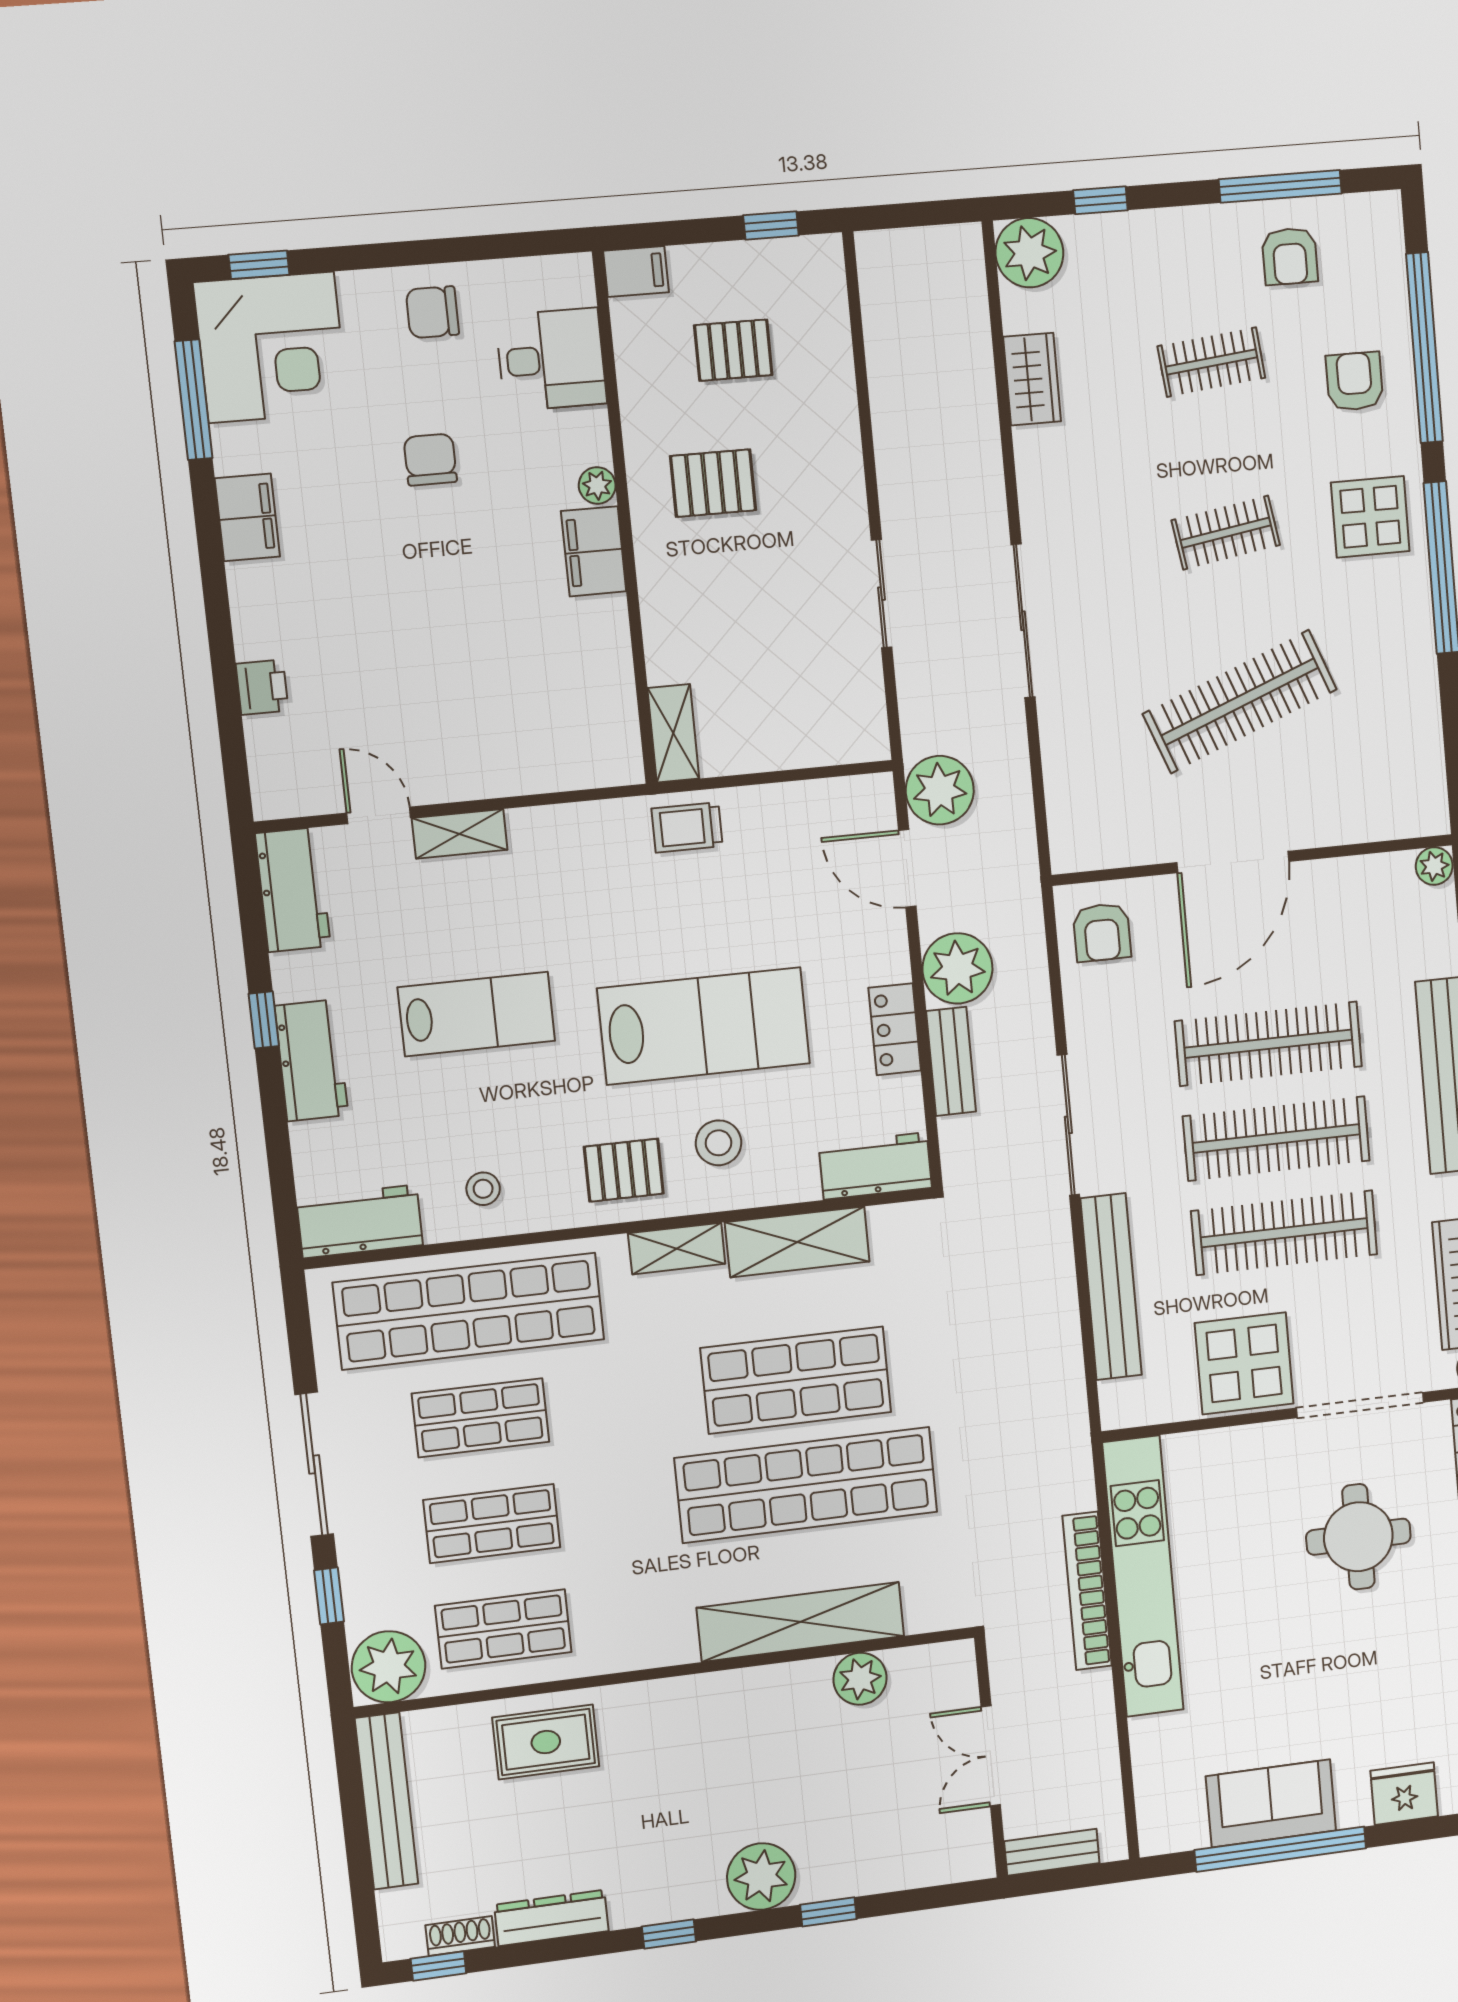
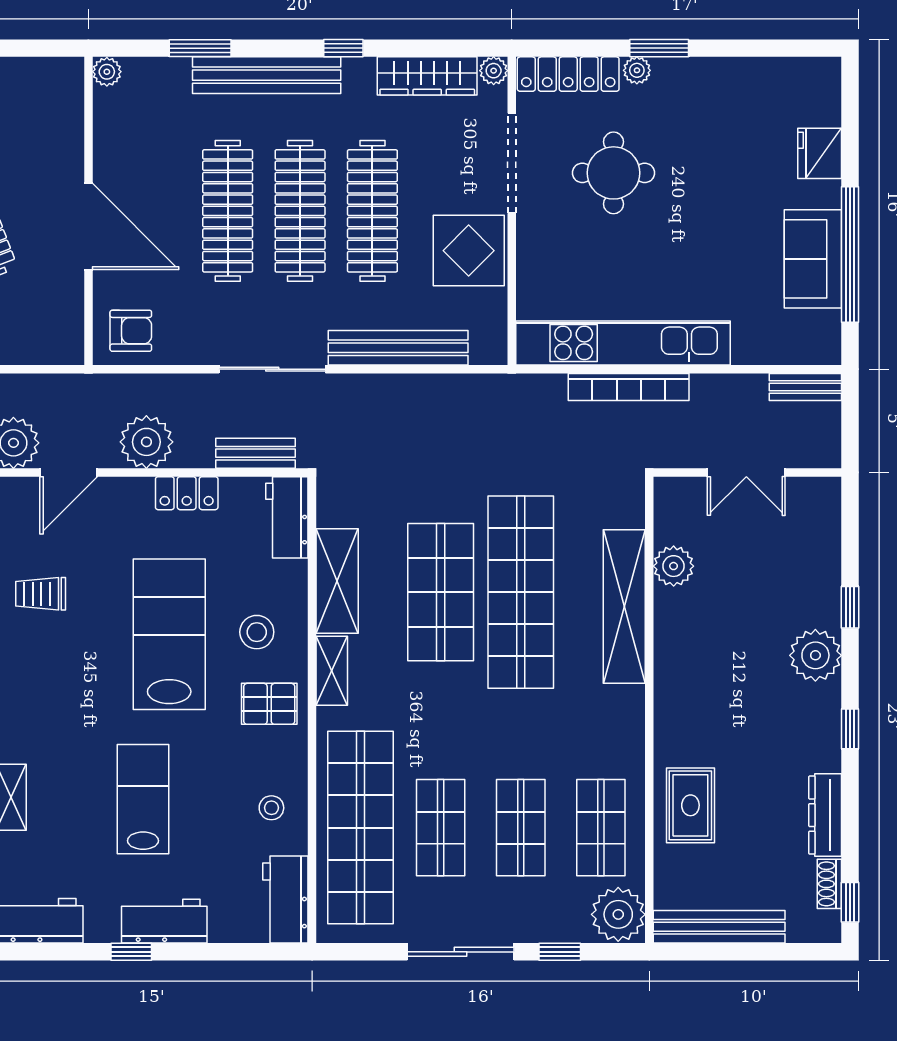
trolley: (687, 827) -> (41, 594), moved, turned 90
bench: (951, 1061) -> (255, 453), moved
pallet: (624, 1170) -> (269, 704), turned 90
bench: (1052, 1852) -> (805, 387), moved, turned 90

